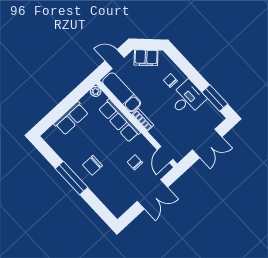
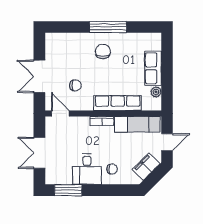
plant: (96, 91) -> (156, 92), moved

